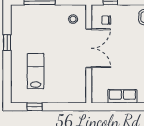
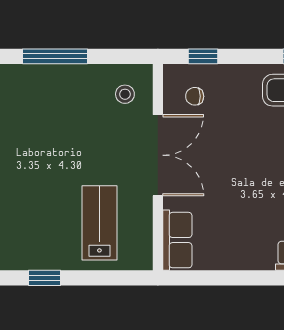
lab bench: (36, 71) -> (99, 223), moved
row of seats: (122, 96) -> (177, 240), moved, turned 90

